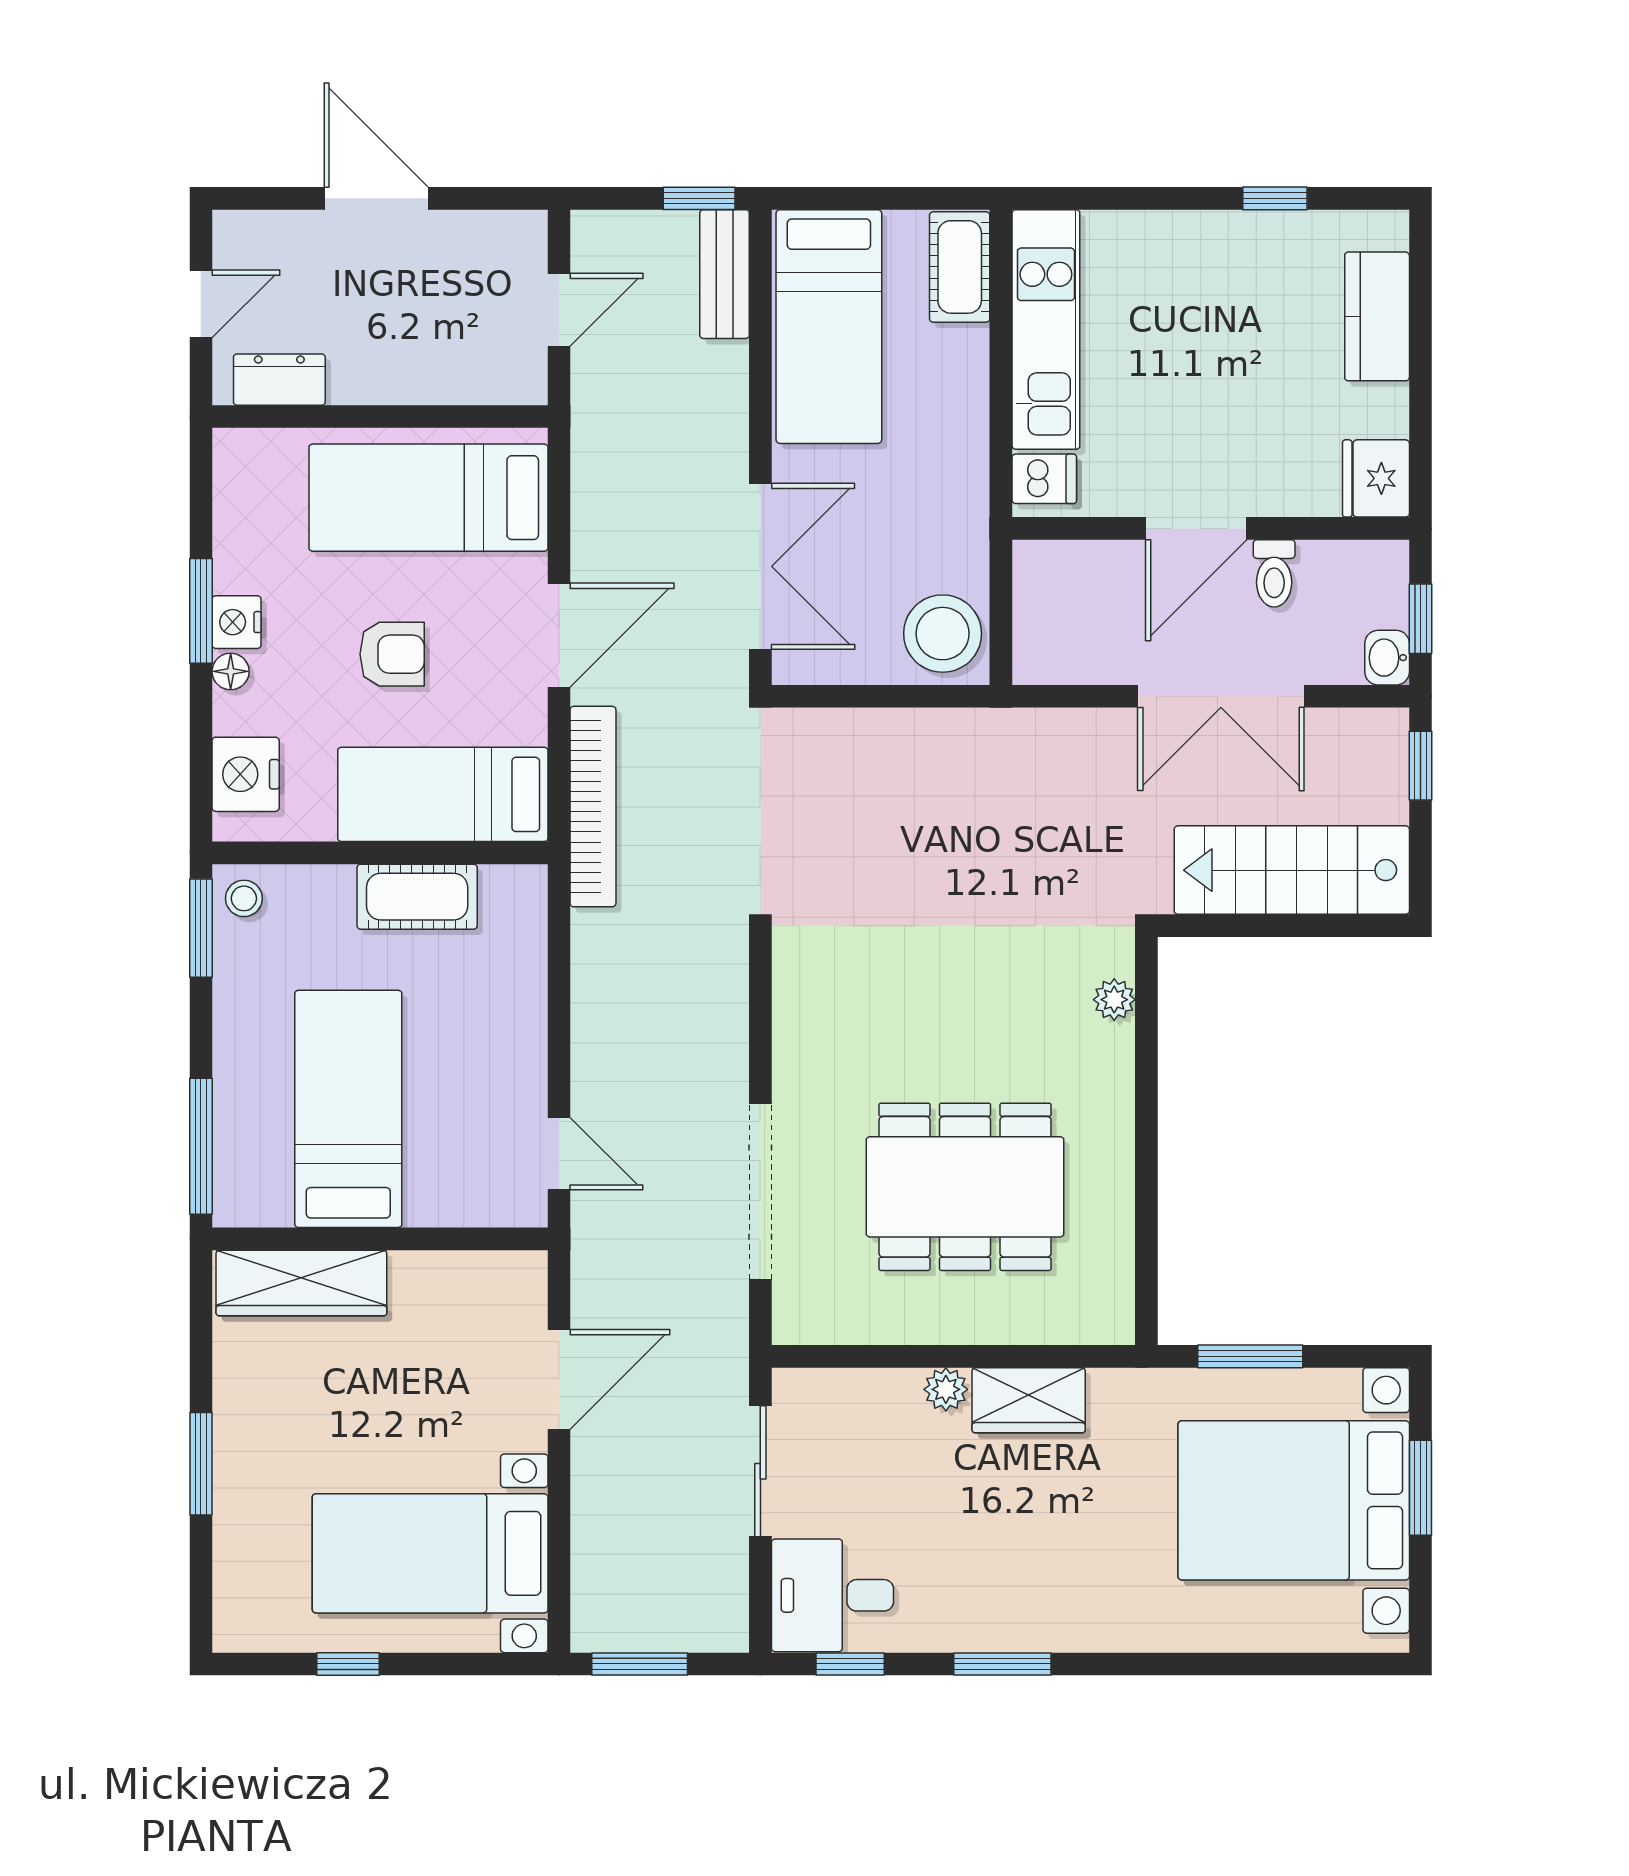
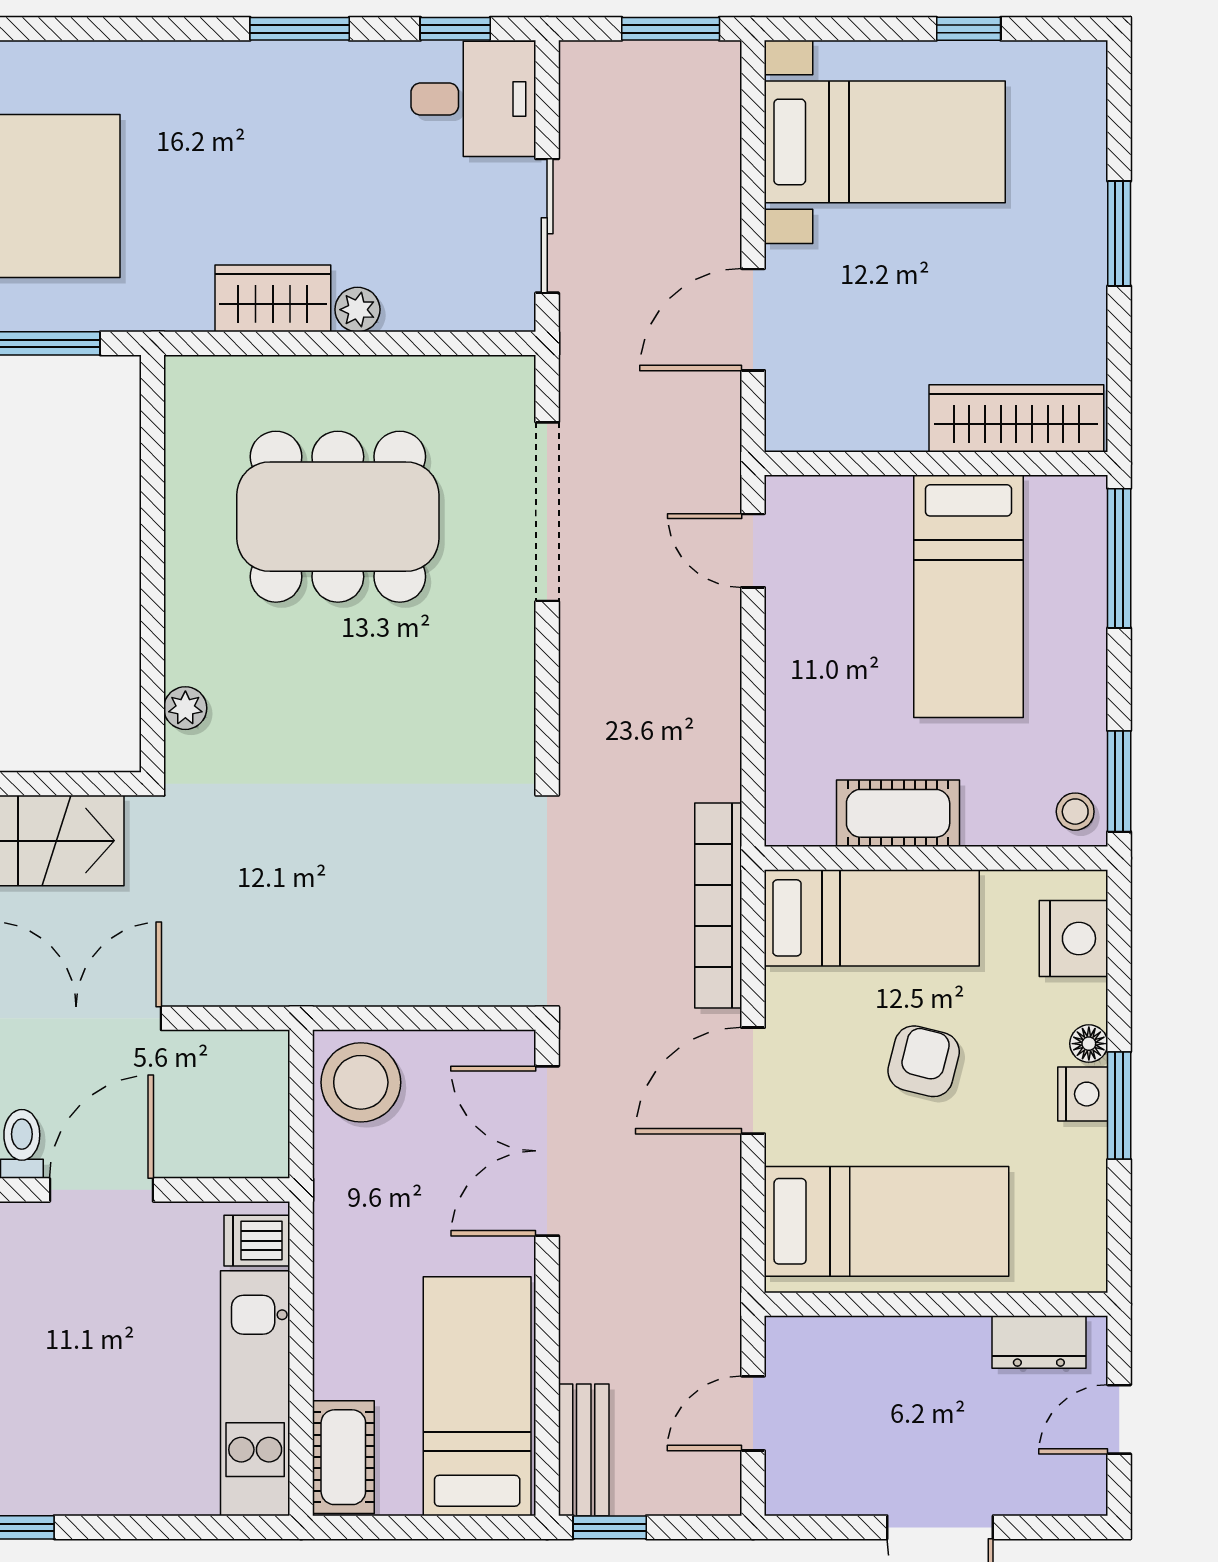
armchair: (392, 654) -> (924, 1061), turned 104

